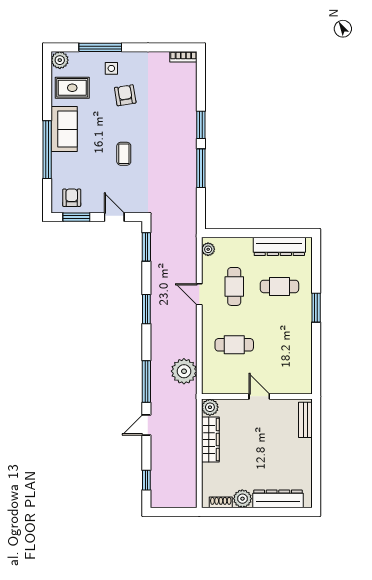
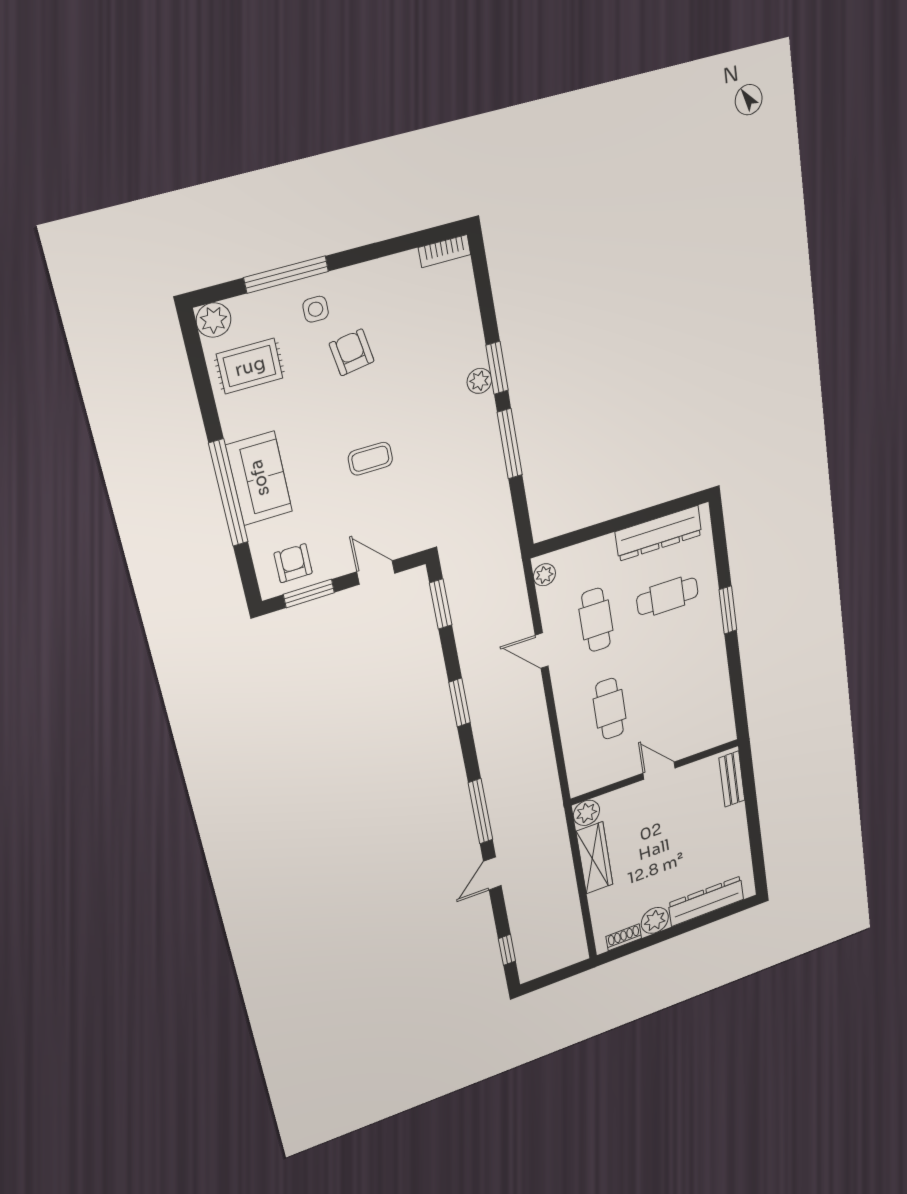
sofa: (64, 129) -> (259, 478), moved
coffee table: (124, 154) -> (370, 459), turned 90
cafe table: (234, 345) -> (610, 709), turned 90
plant: (184, 371) -> (479, 381), moved, width x0.53, depth x0.53

